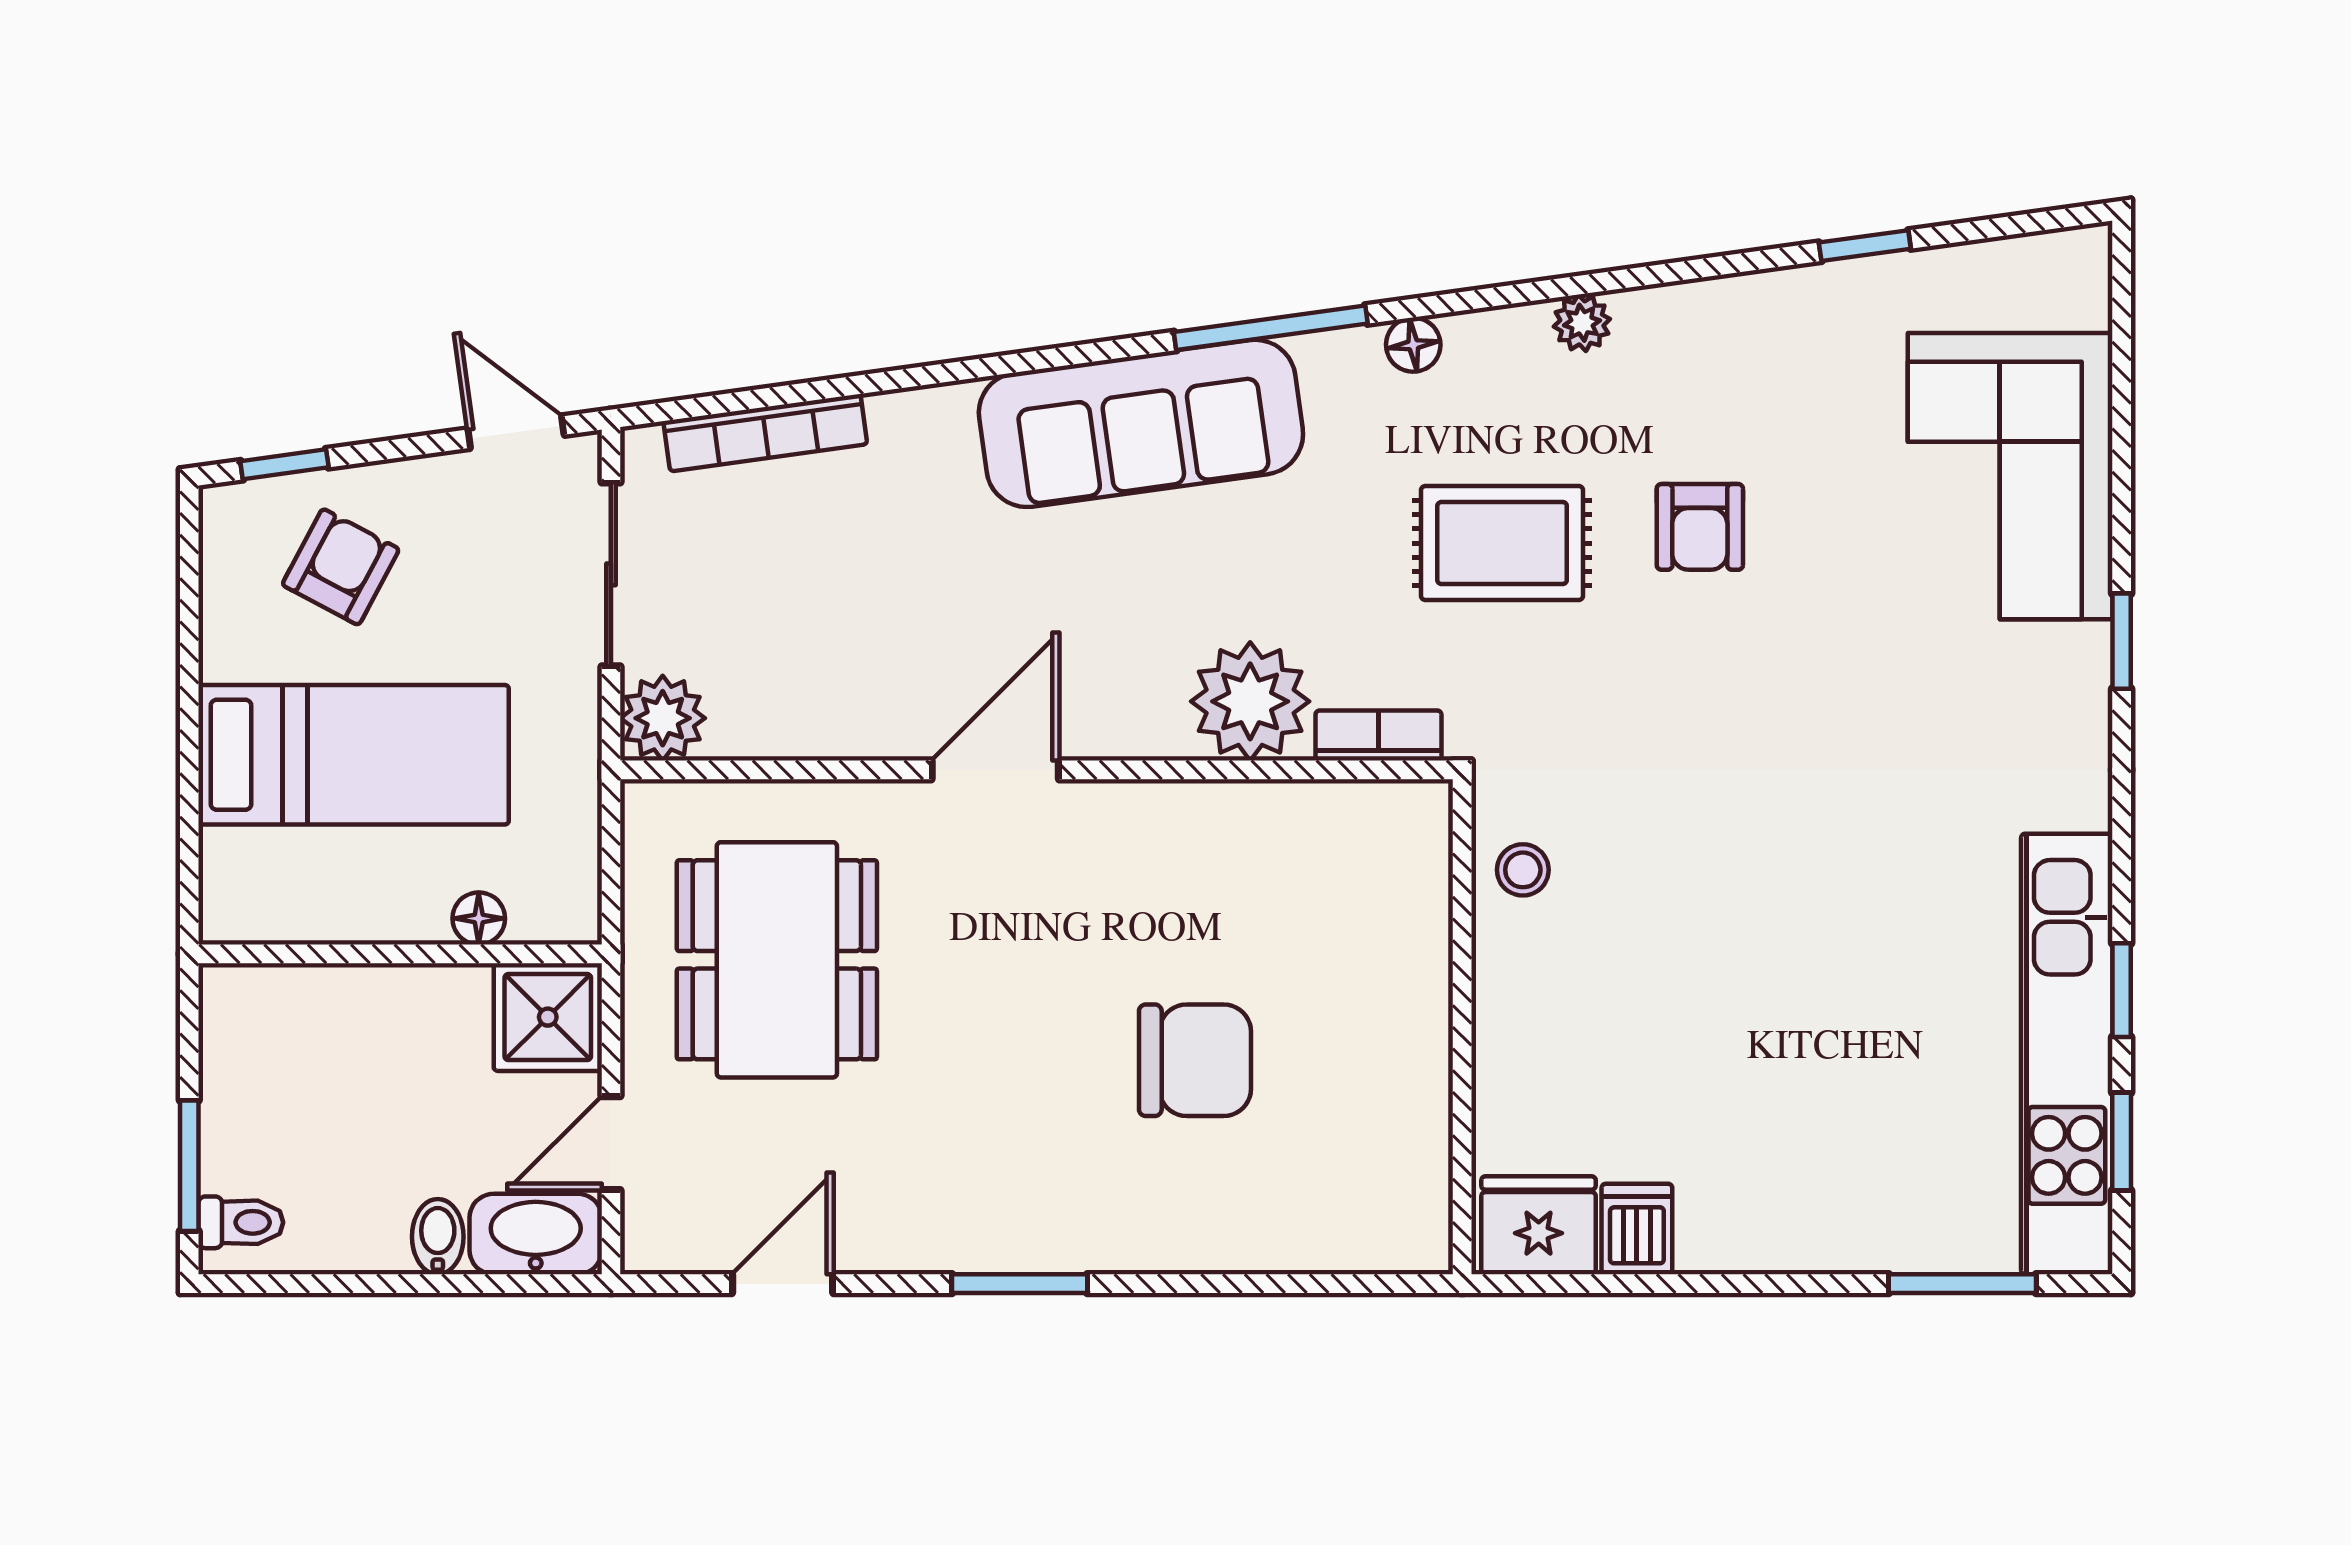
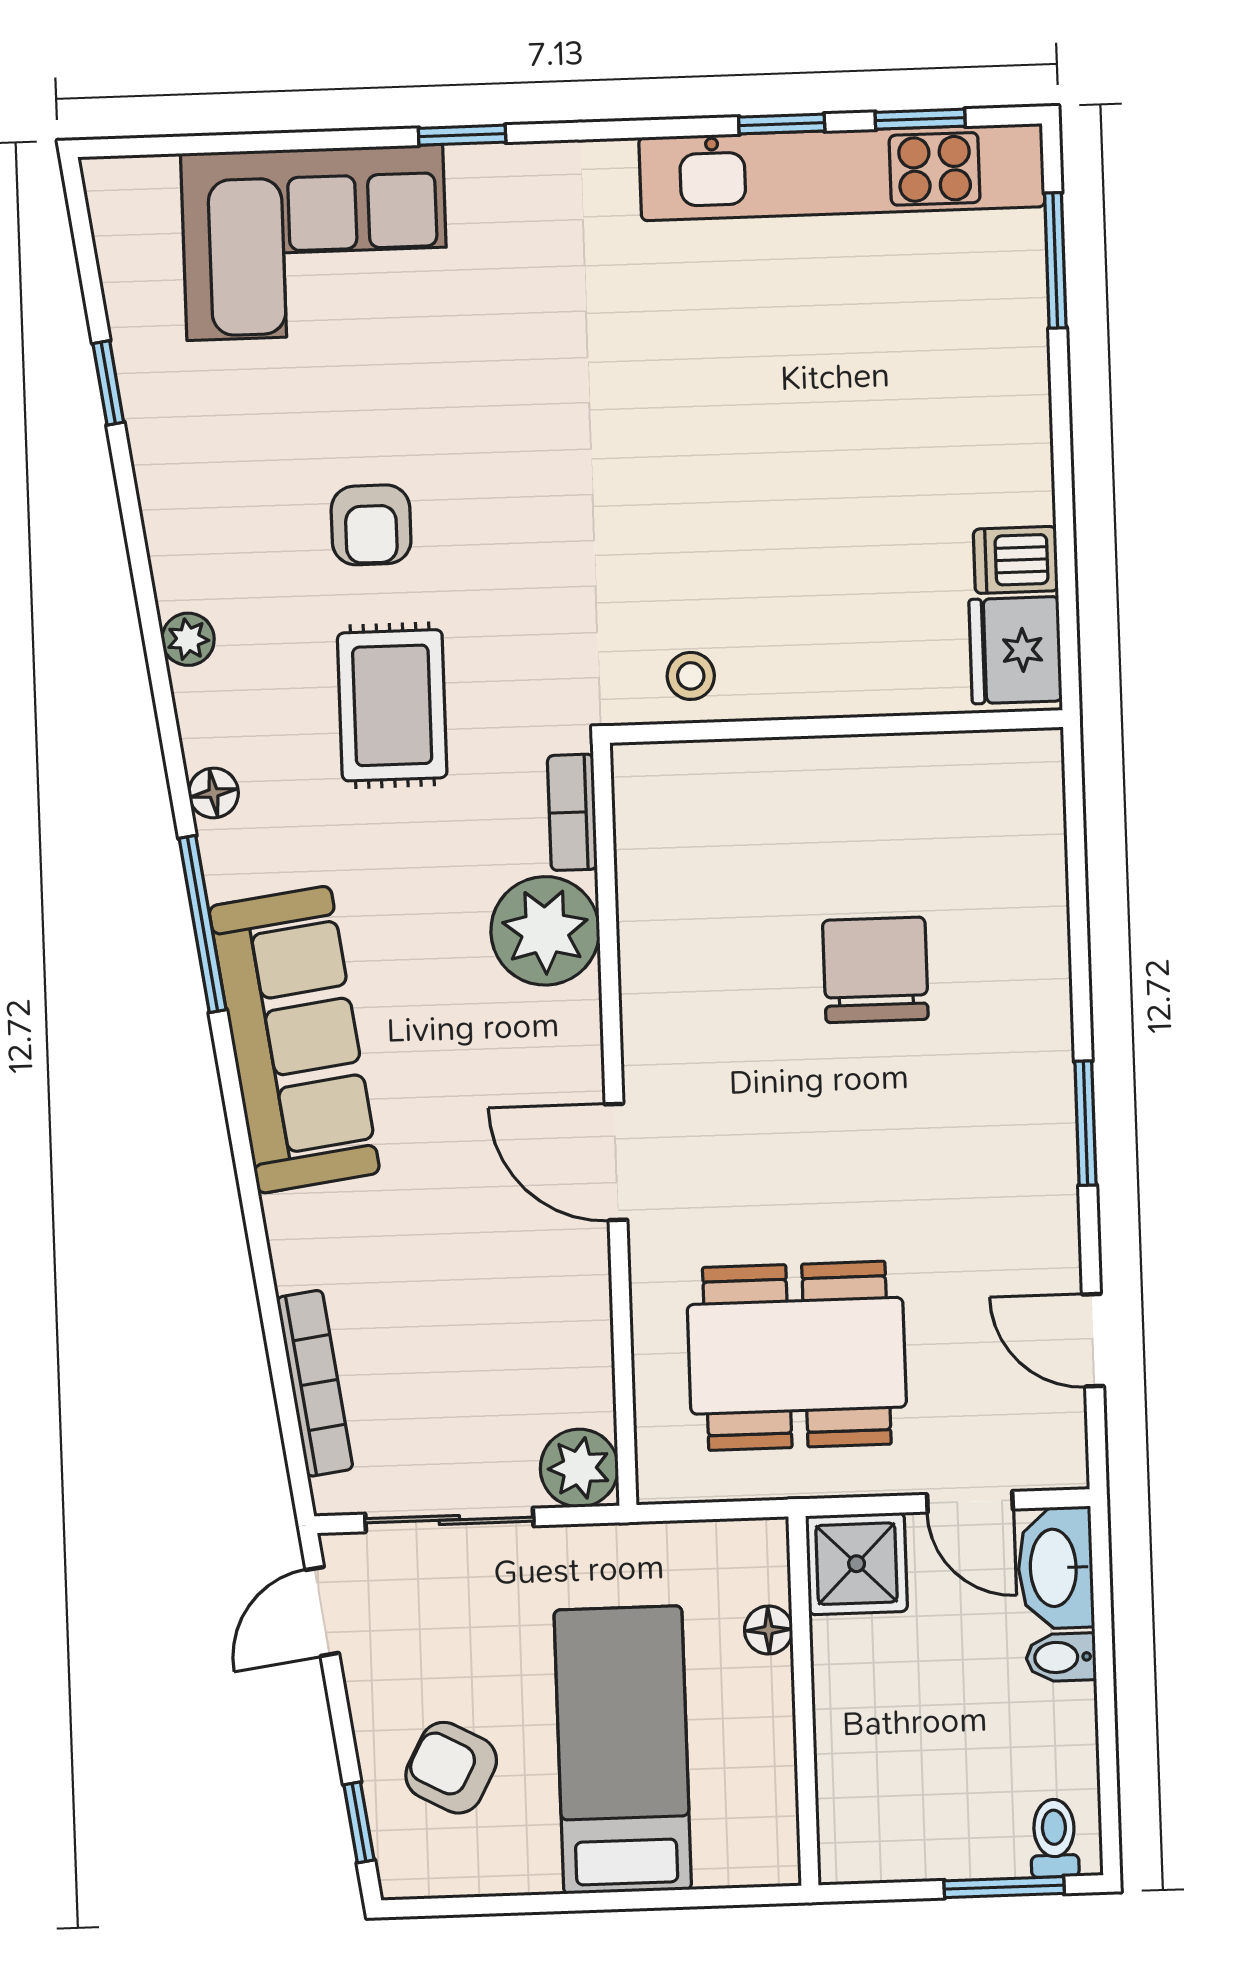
armchair: (1700, 527) -> (371, 525), turned 90

